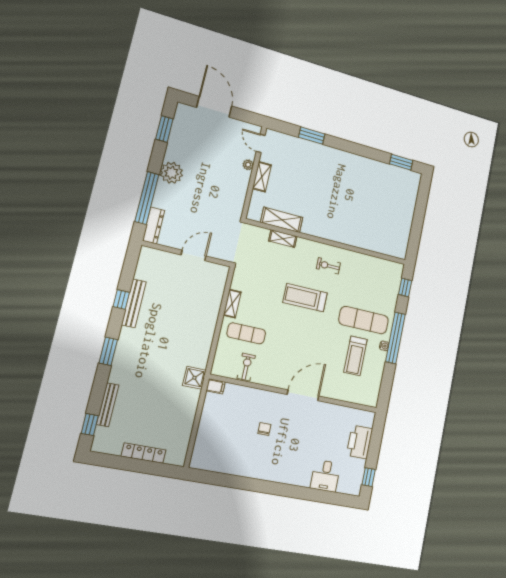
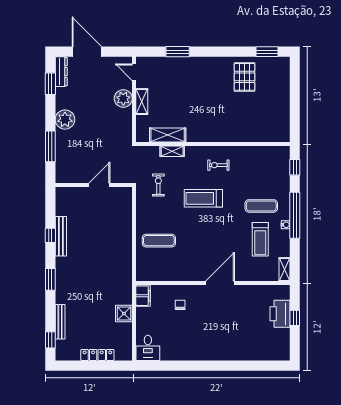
plant: (248, 165) -> (123, 98), width x1.88, depth x1.88
pallet: (374, 181) -> (245, 77), added
window: (147, 198) -> (50, 146), width x0.68
dresser: (154, 226) -> (61, 72), moved
shelving: (232, 304) -> (284, 269), moved
exercise mat: (364, 320) -> (261, 206), width x0.73, depth x0.69
exercise bike: (246, 367) -> (158, 185), moved
shower: (194, 378) -> (124, 314), moved
filing cabinet: (216, 386) -> (143, 296), width x2.00
chair: (264, 429) -> (180, 305), moved
desk: (325, 476) -> (148, 348), moved
window: (369, 477) -> (295, 318), moved

